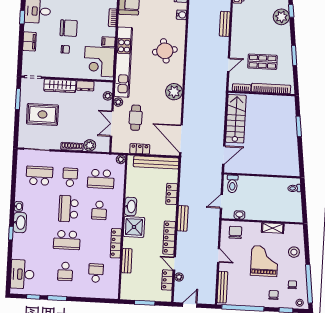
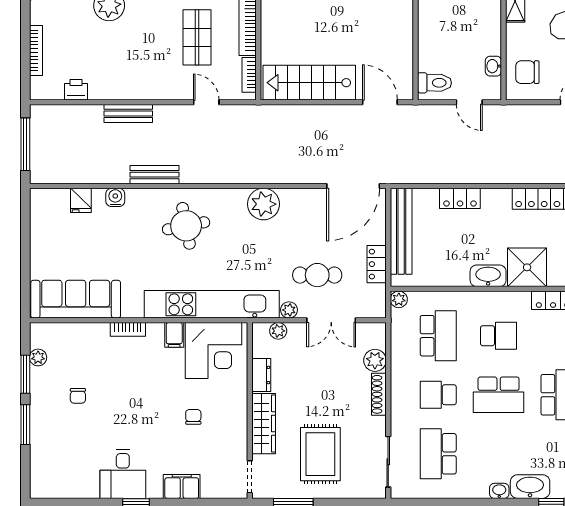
chair: (69, 28) -> (152, 413), removed
bench: (183, 218) -> (155, 175), moved

